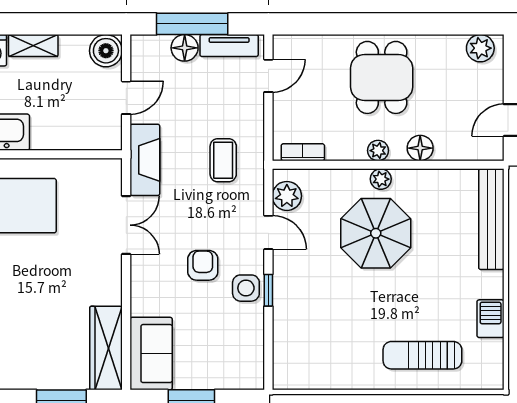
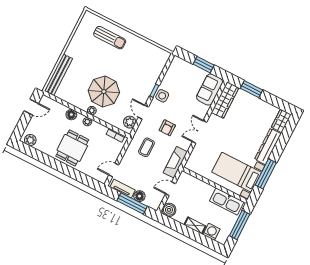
double door: (126, 225) -> (199, 132), moved
armchair: (203, 265) -> (167, 128), moved
barbecue: (491, 319) -> (78, 38), removed

